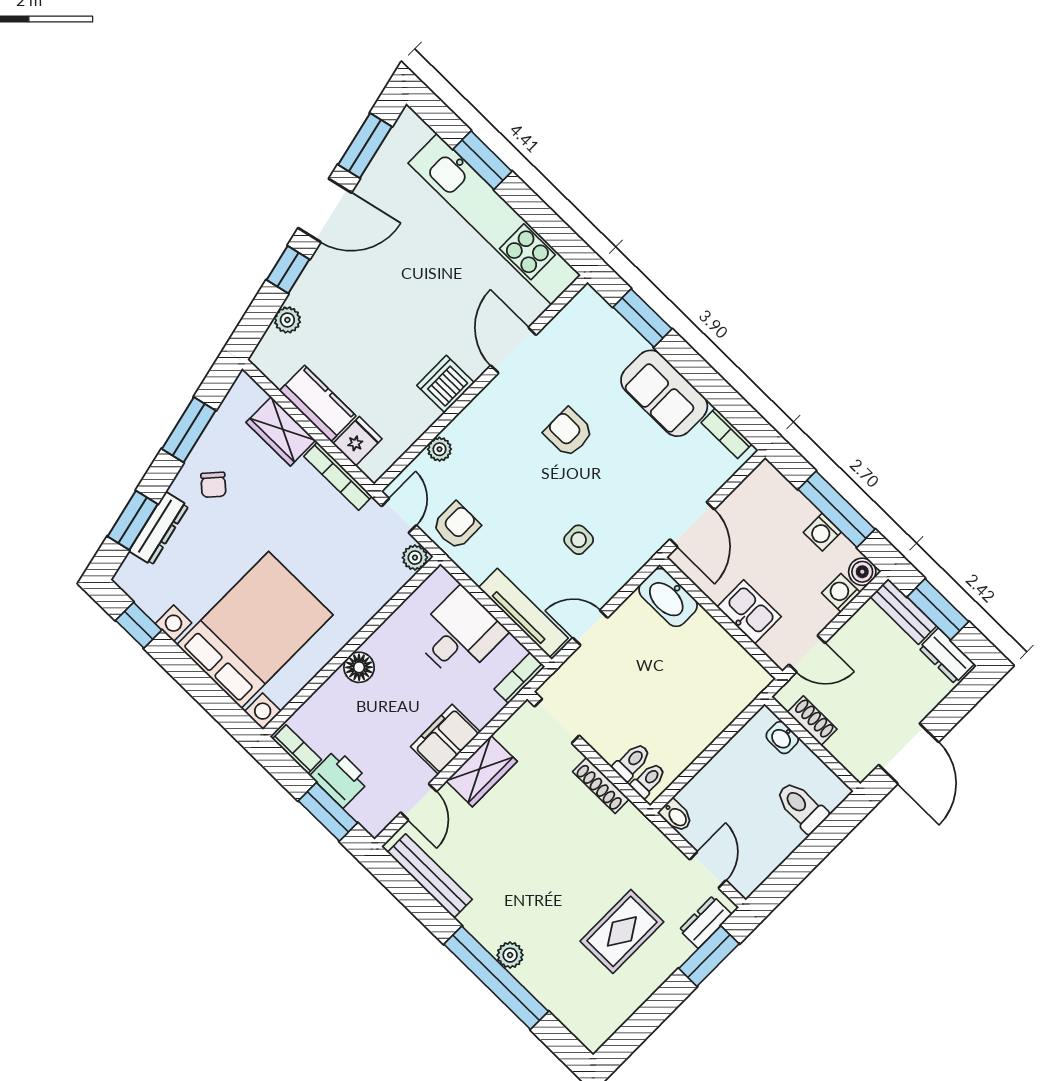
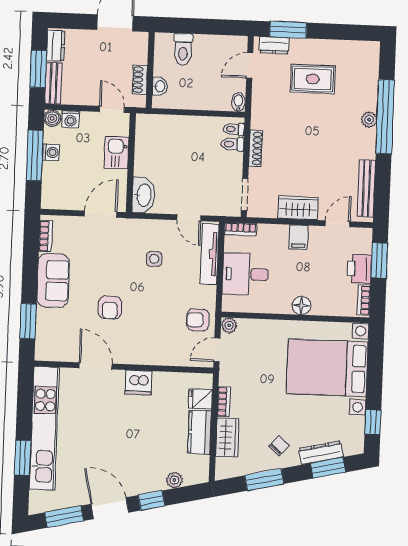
door: (513, 350) -> (95, 366), swing flipped
plant: (439, 449) -> (170, 359), removed
bookcase: (338, 476) -> (224, 402), width x0.64
filing cabinet: (445, 739) -> (298, 237), width x0.50

